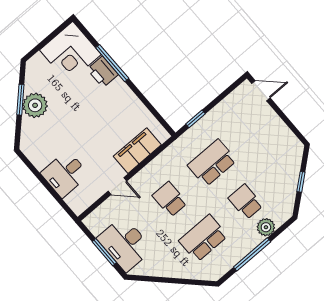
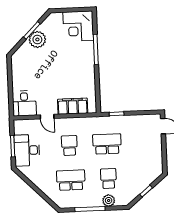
printer: (103, 72) -> (87, 50), removed
desk: (65, 174) -> (24, 103), moved, turned -90

